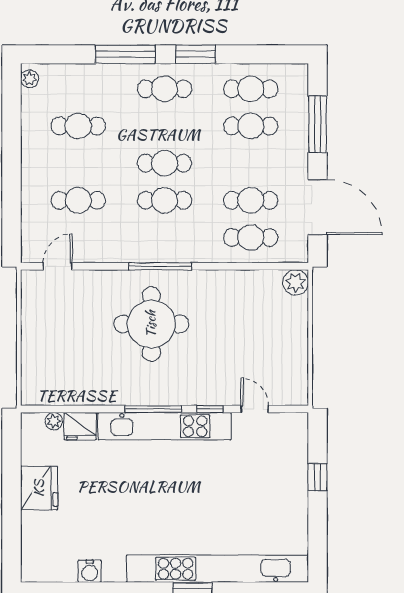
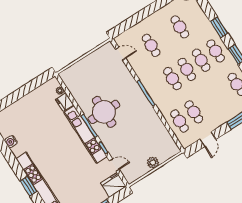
window: (125, 54) -> (219, 27), width x0.69
cafe table: (251, 126) -> (201, 60), moved
door: (318, 207) -> (208, 139), width x0.53
plant: (296, 282) -> (153, 163), moved
round table: (151, 324) -> (104, 112), moved
door: (255, 409) -> (114, 165), hinge flipped
fridge: (39, 488) -> (113, 185), moved, turned 180

